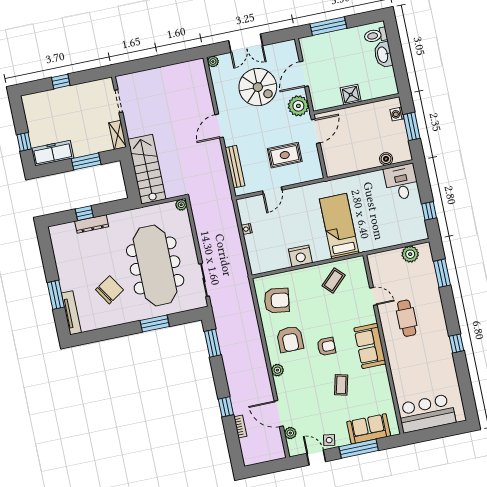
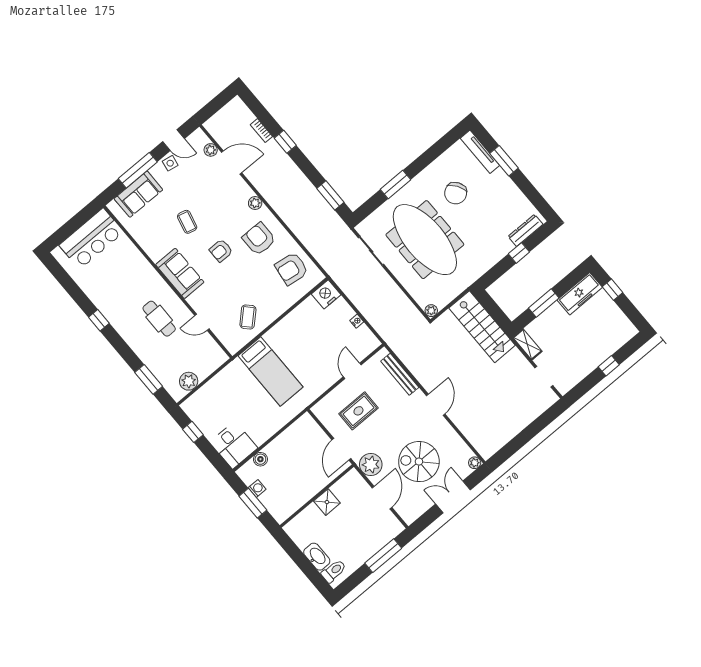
washing machine: (397, 114) -> (257, 488), moved
dresser: (92, 224) -> (525, 230), moved
nightstand: (300, 256) -> (326, 294), moved

